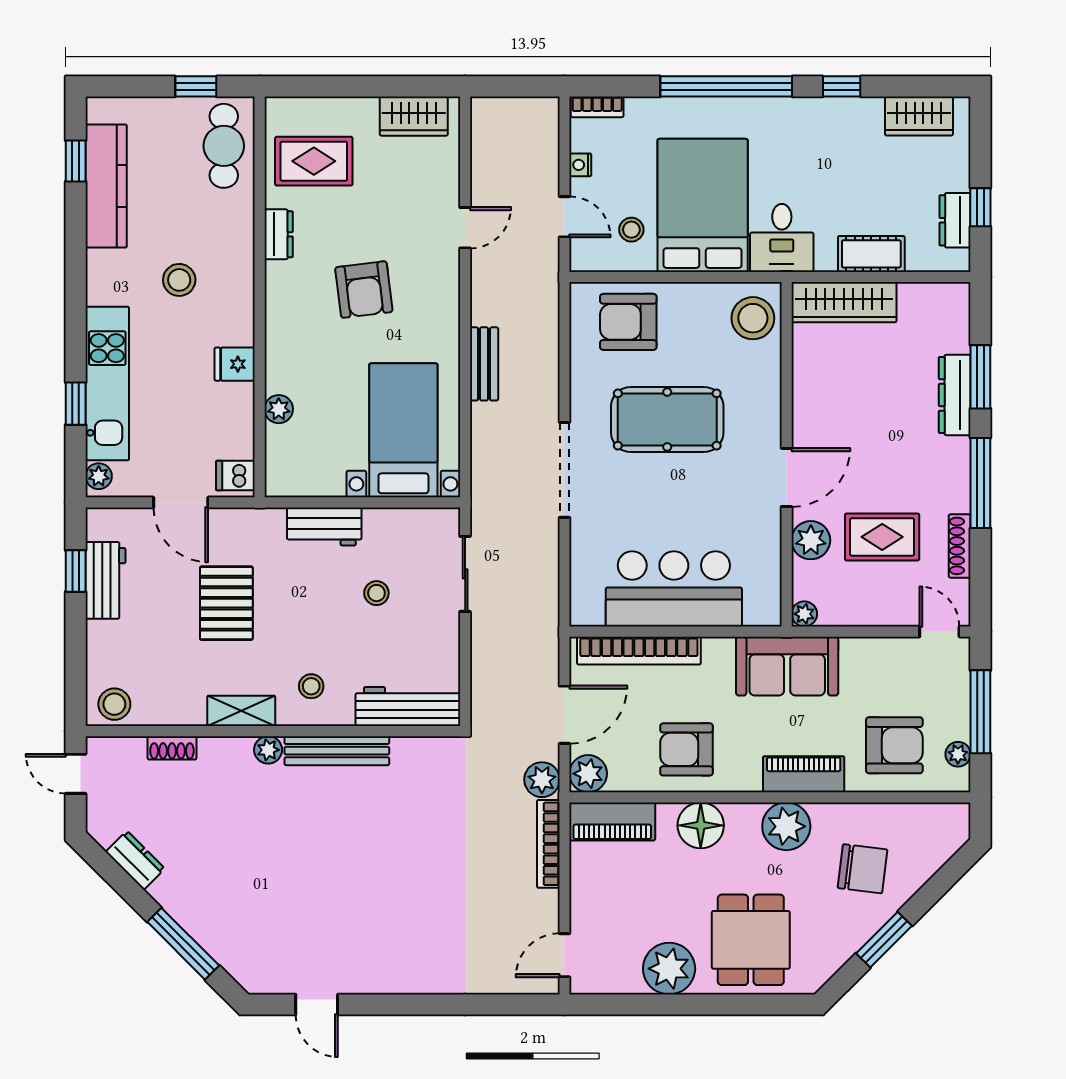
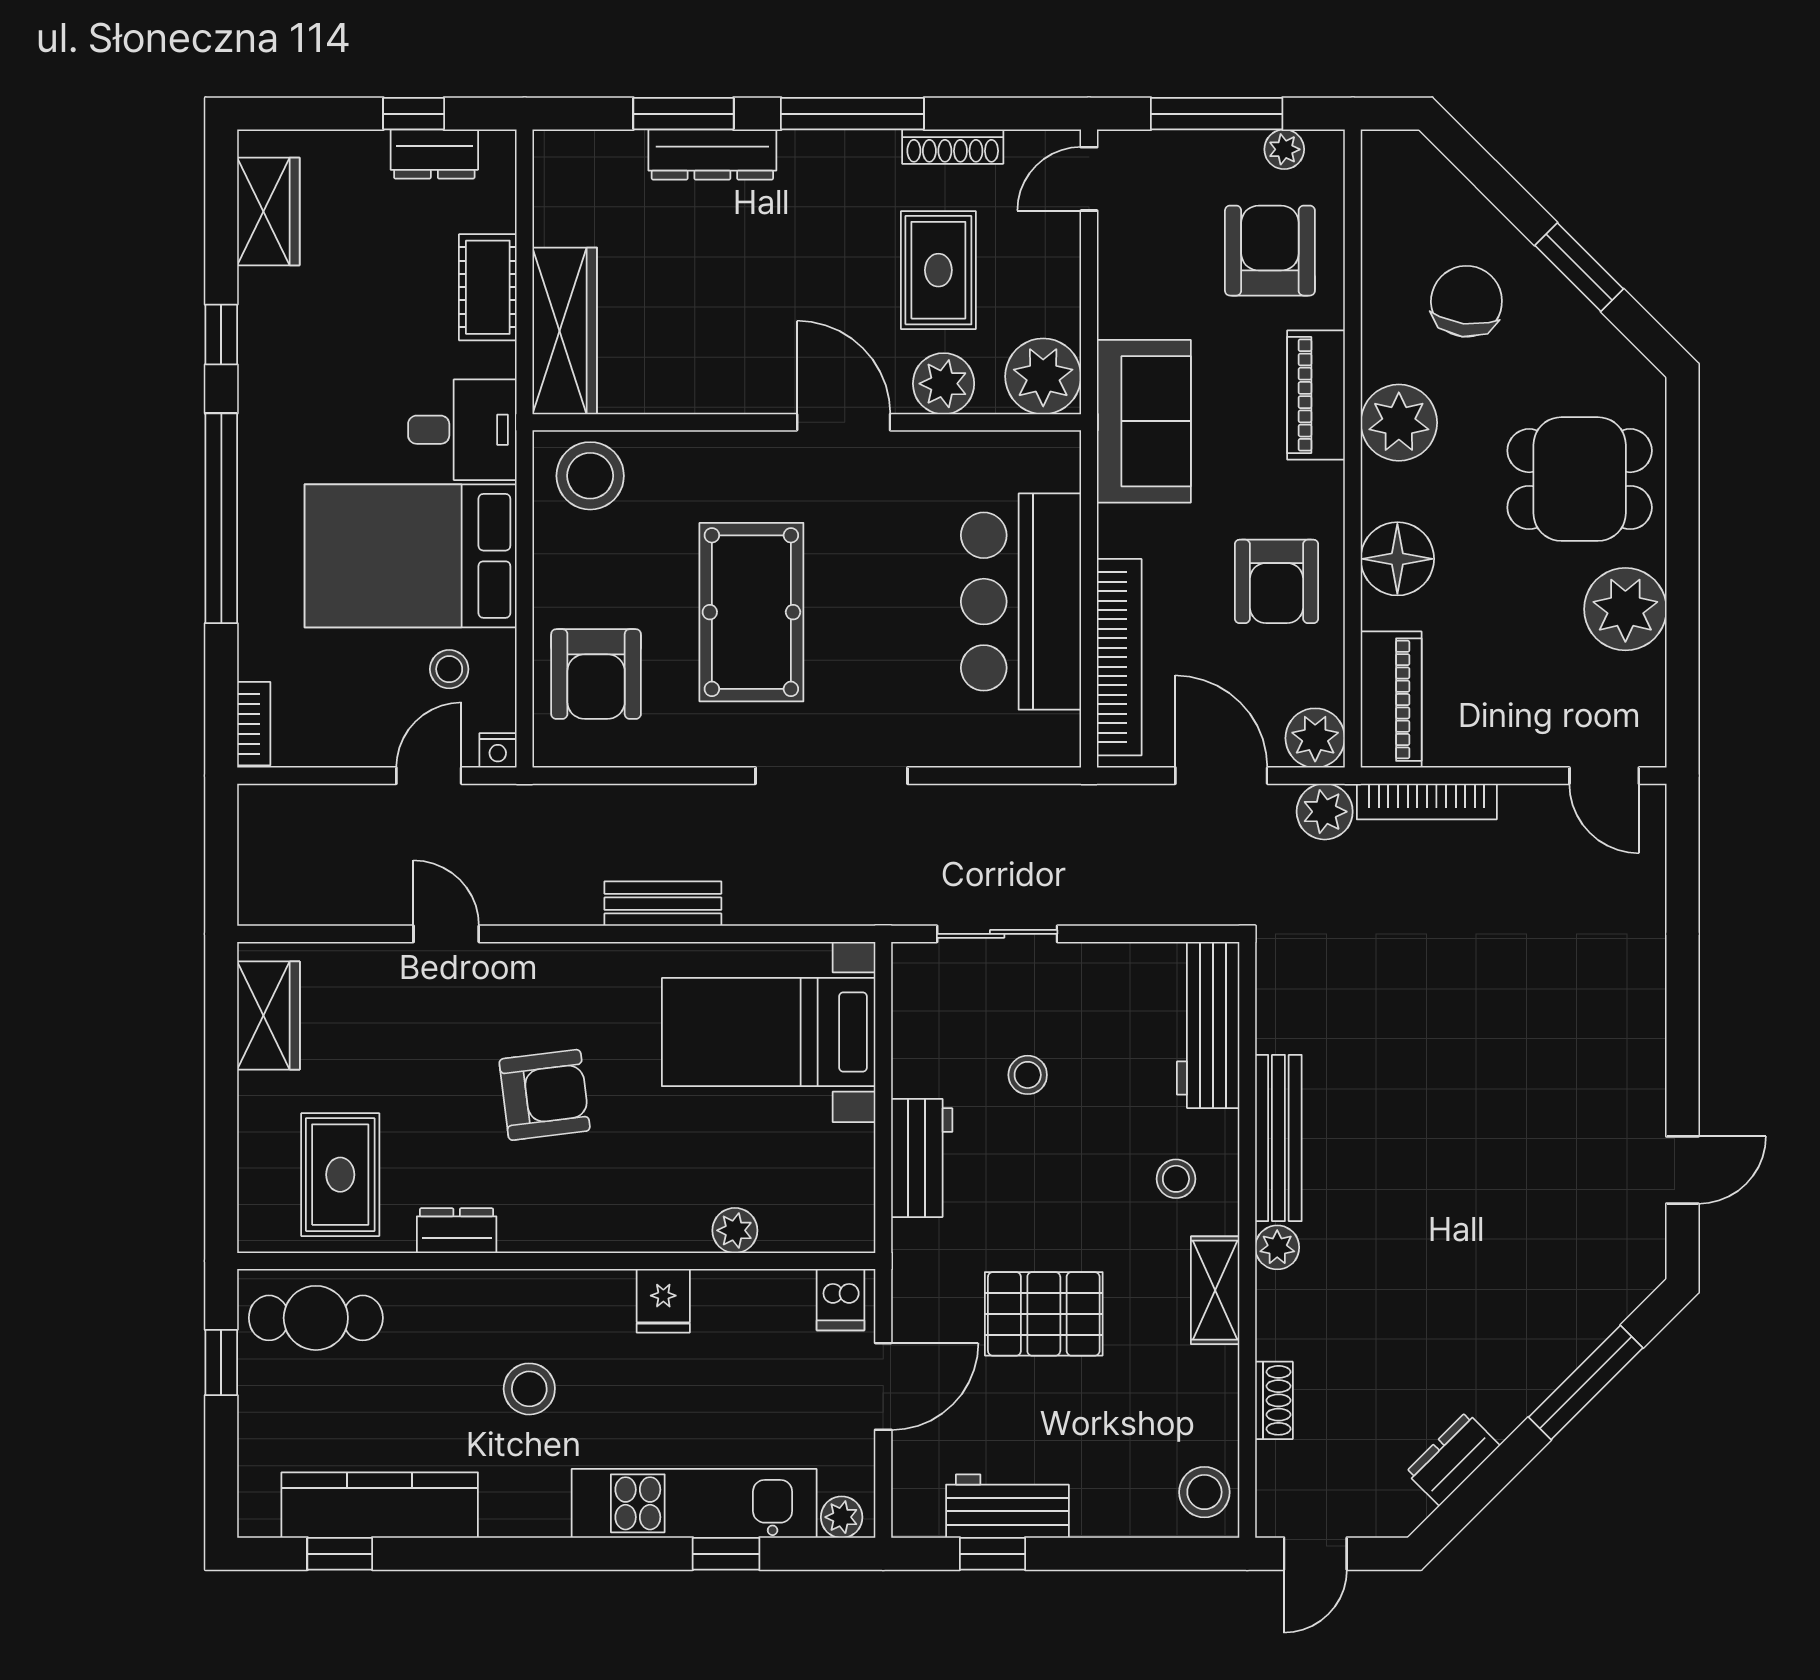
nightstand: (580, 165) -> (498, 750), moved
plant: (804, 614) -> (1043, 376), width x1.88, depth x1.88

